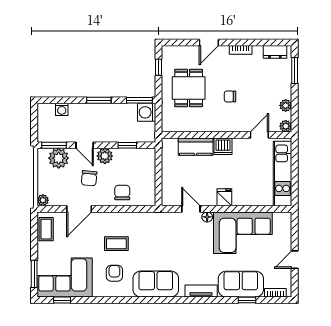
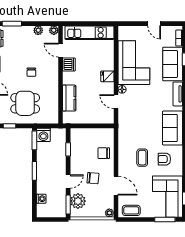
dishwasher: (223, 146) -> (69, 64), moved
plant: (105, 156) -> (76, 166), removed
door: (191, 209) -> (116, 102), hinge flipped

